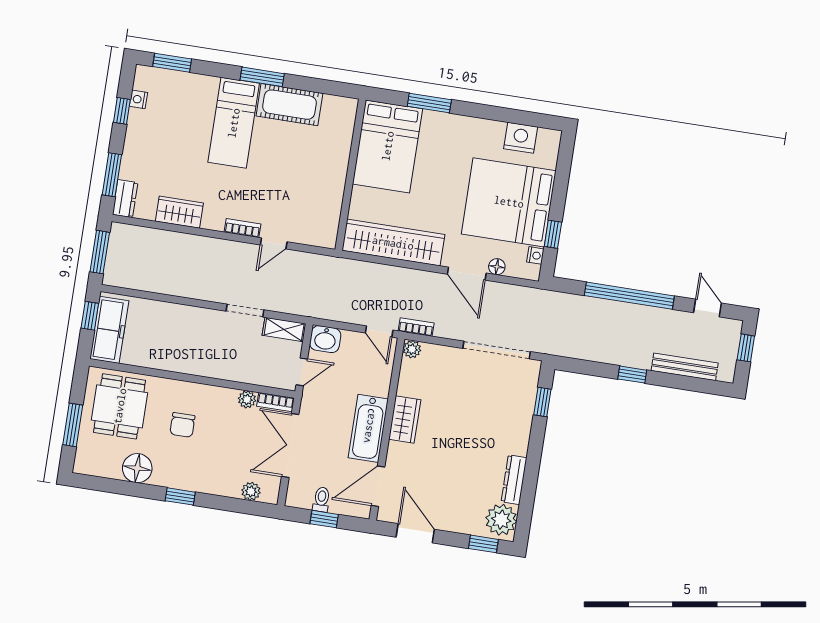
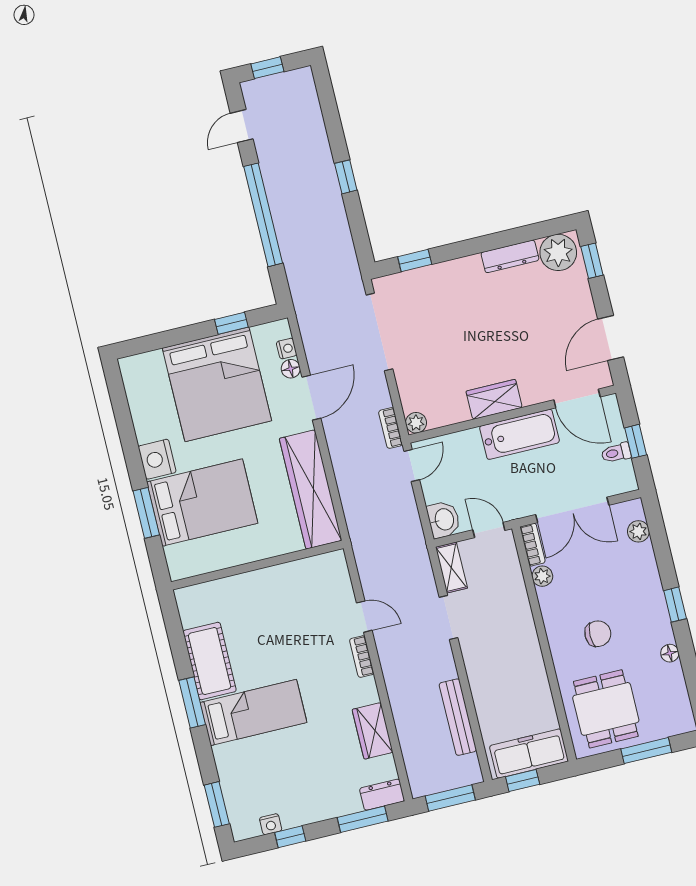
nightstand: (521, 138) -> (157, 459), moved
bed: (388, 146) -> (202, 503), moved
nightstand: (535, 255) -> (287, 349), moved, turned 90
bench: (685, 367) -> (458, 717), moved
dining table: (120, 406) -> (606, 709), turned 90
floor lamp: (137, 468) -> (670, 653), width x0.53, depth x0.53

